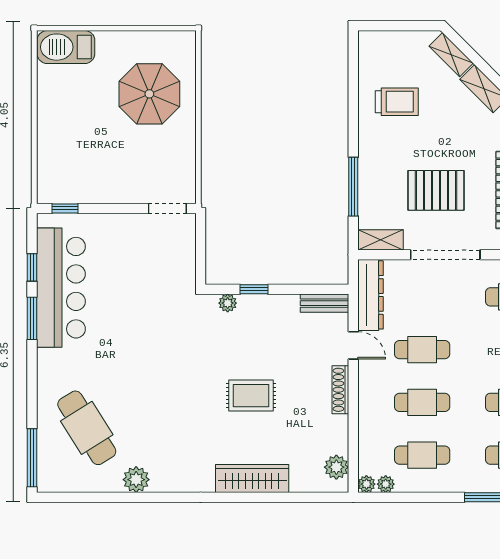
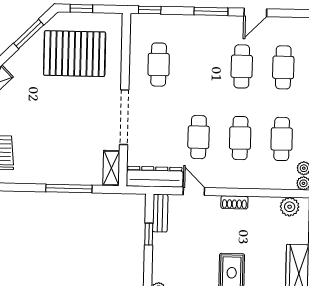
pallet: (436, 190) -> (73, 123), removed
window: (254, 289) -> (149, 234), moved
door: (353, 345) -> (194, 191), hinge flipped
shoe rack: (340, 390) -> (234, 202), width x0.70

